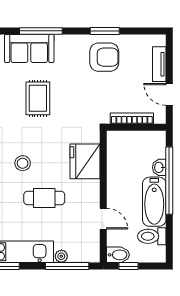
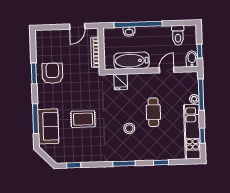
tv unit: (159, 64) -> (56, 34), removed
fridge: (85, 161) -> (121, 82), width x0.53, depth x0.75
bathtub: (154, 202) -> (132, 61), moved, turned 180

